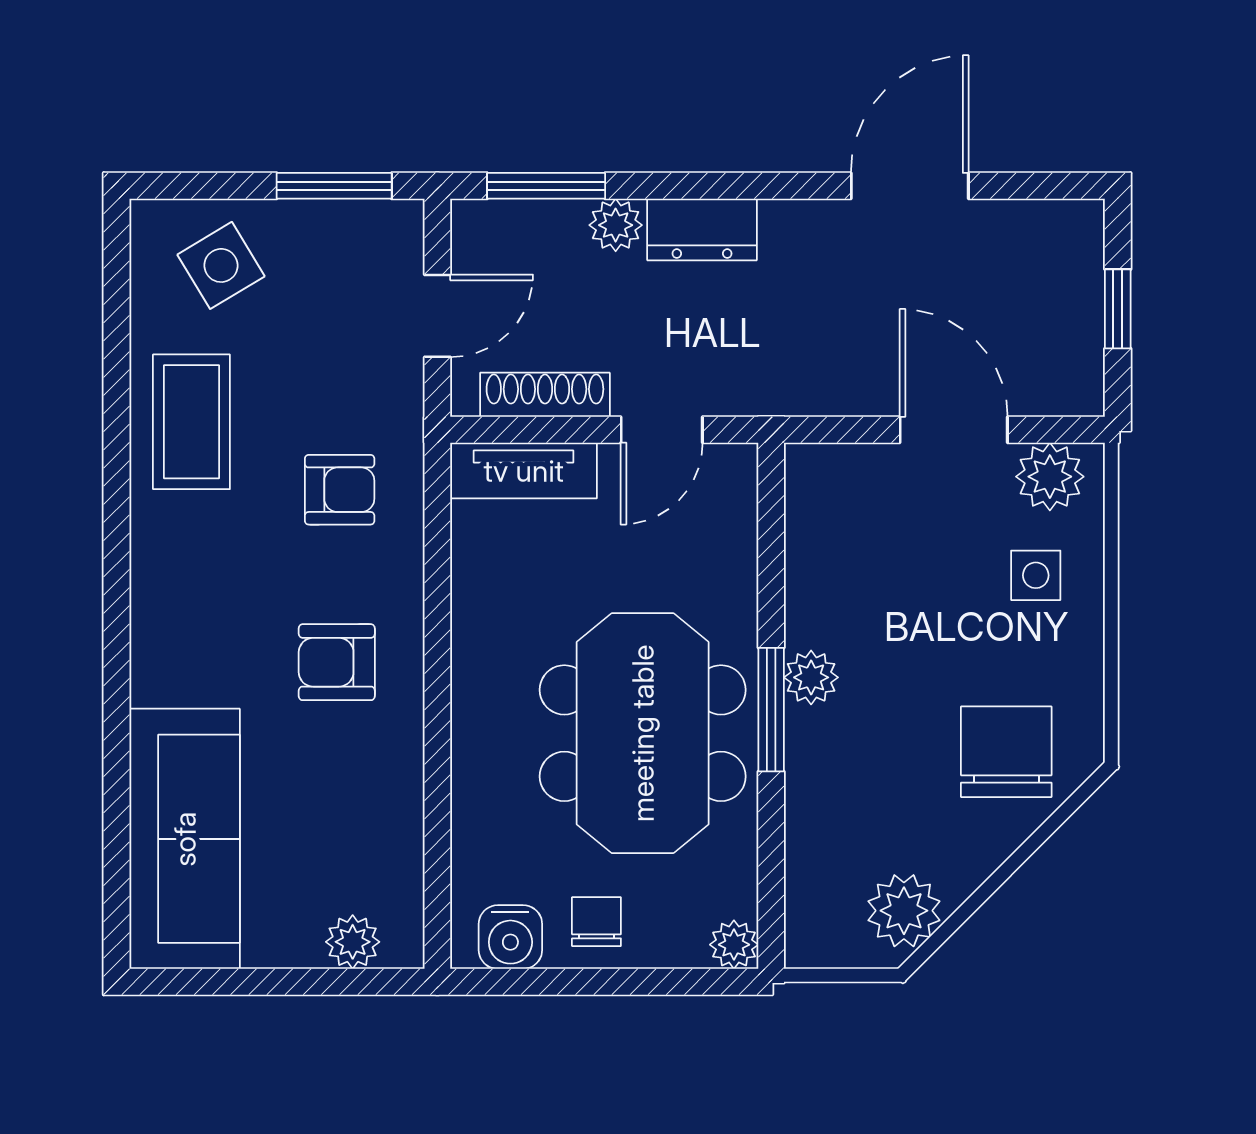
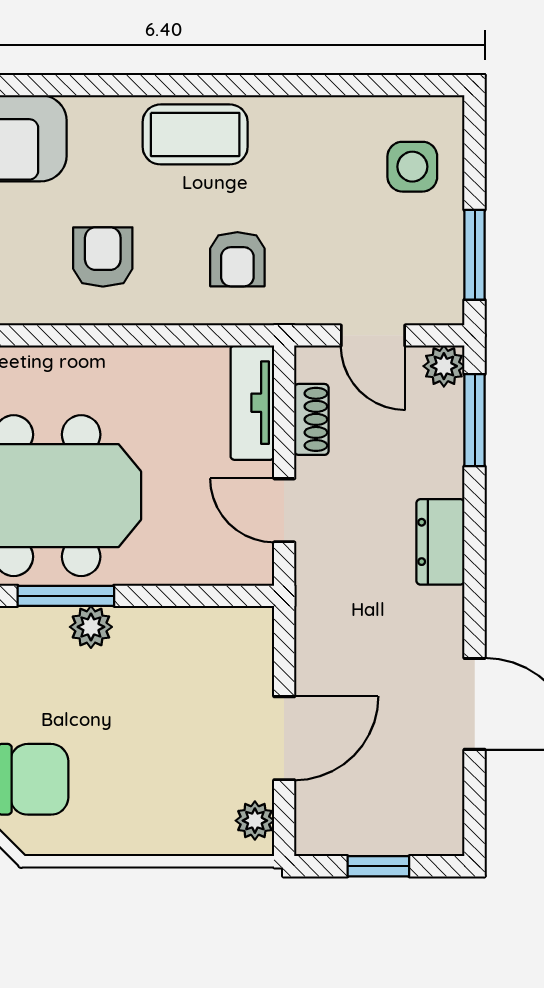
plant: (616, 225) -> (444, 366), moved
side table: (221, 265) -> (412, 167), turned 31
shoe rack: (545, 395) -> (311, 419), width x0.70
coffee table: (191, 422) -> (195, 134), moved
plant: (1050, 477) -> (255, 821), width x0.73, depth x0.73
side table: (1036, 575) -> (171, 802), removed

